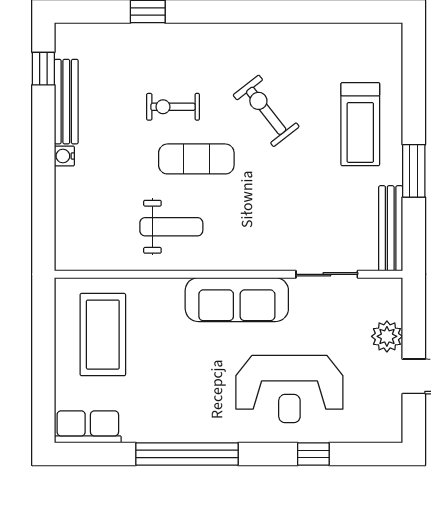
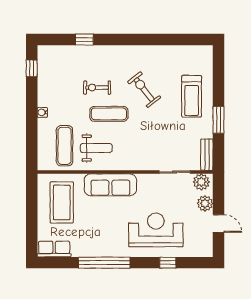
bench: (66, 102) -> (43, 85), removed
exercise mat: (108, 222) -> (65, 146), added
bench: (391, 228) -> (207, 155), width x0.73
plant: (380, 294) -> (201, 182), added
sofa: (237, 300) -> (110, 185), moved
reception desk: (289, 389) -> (156, 230), turned 180

